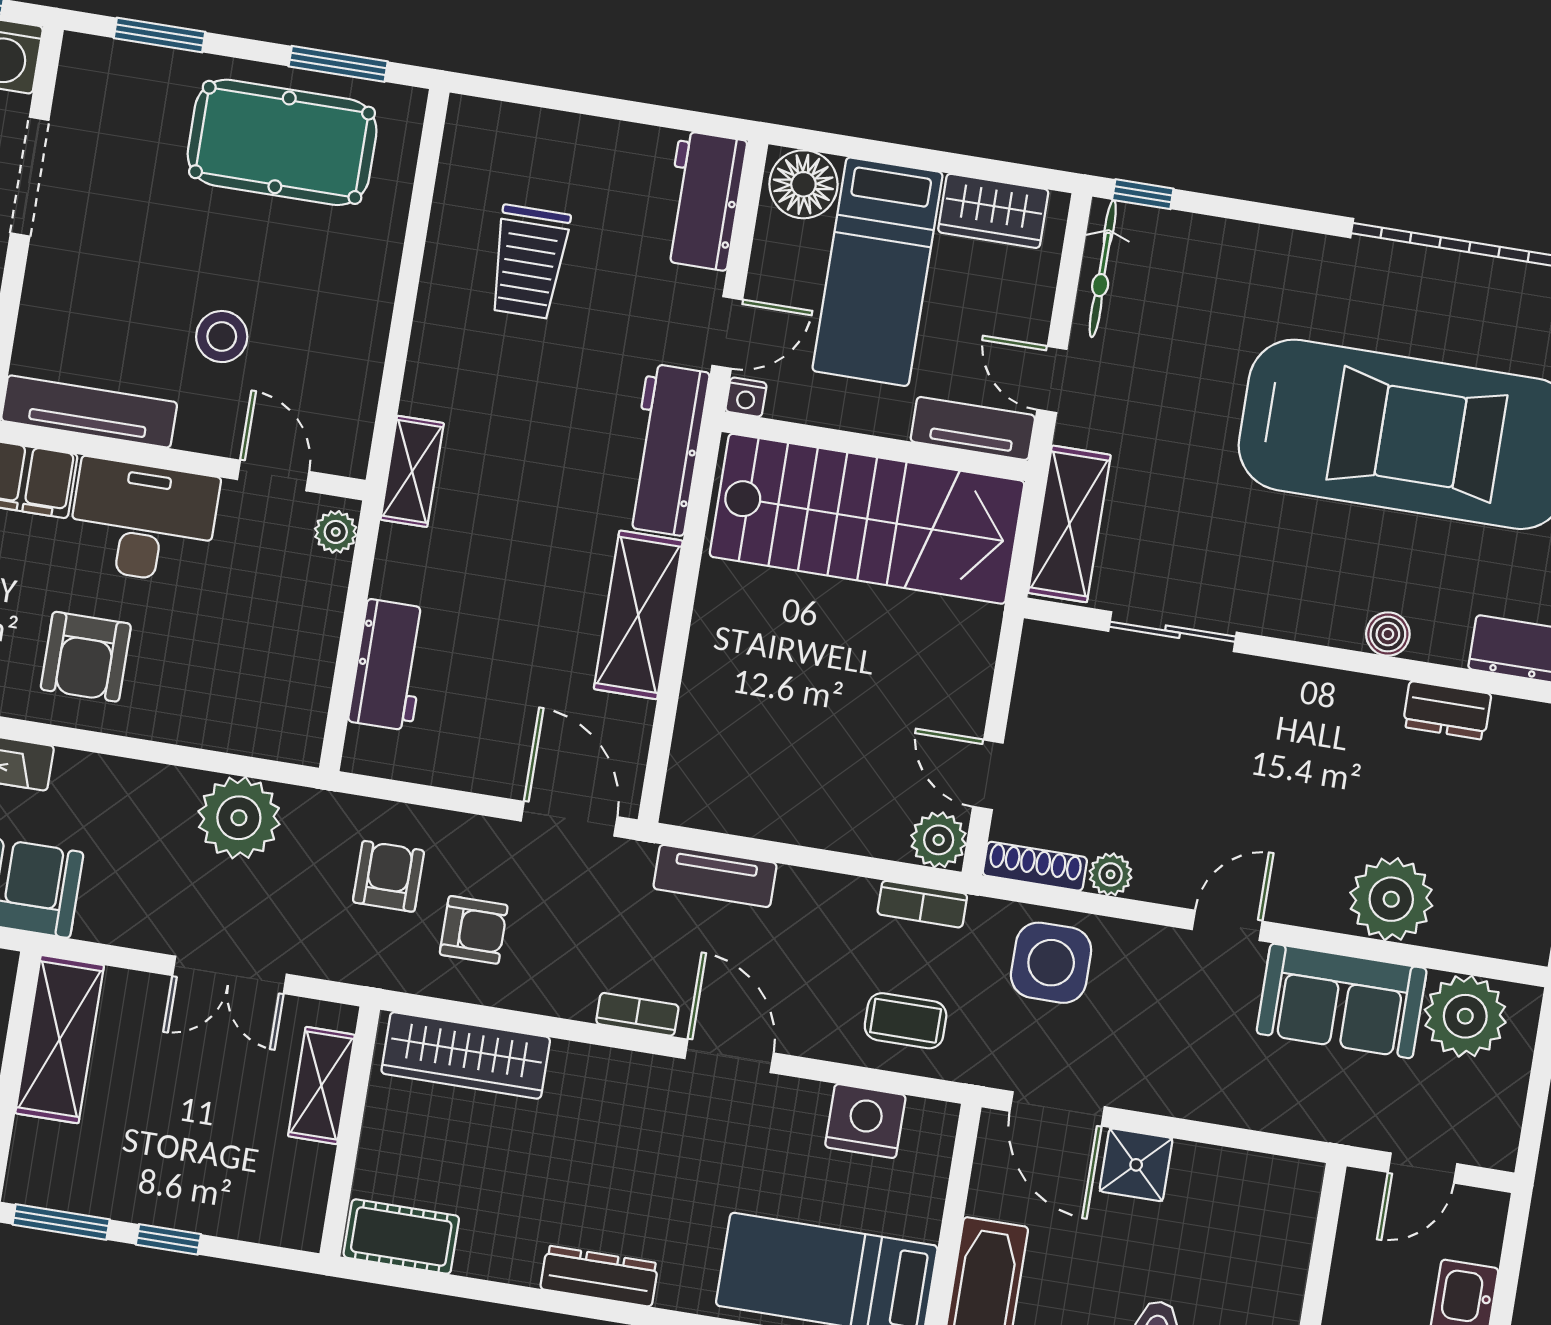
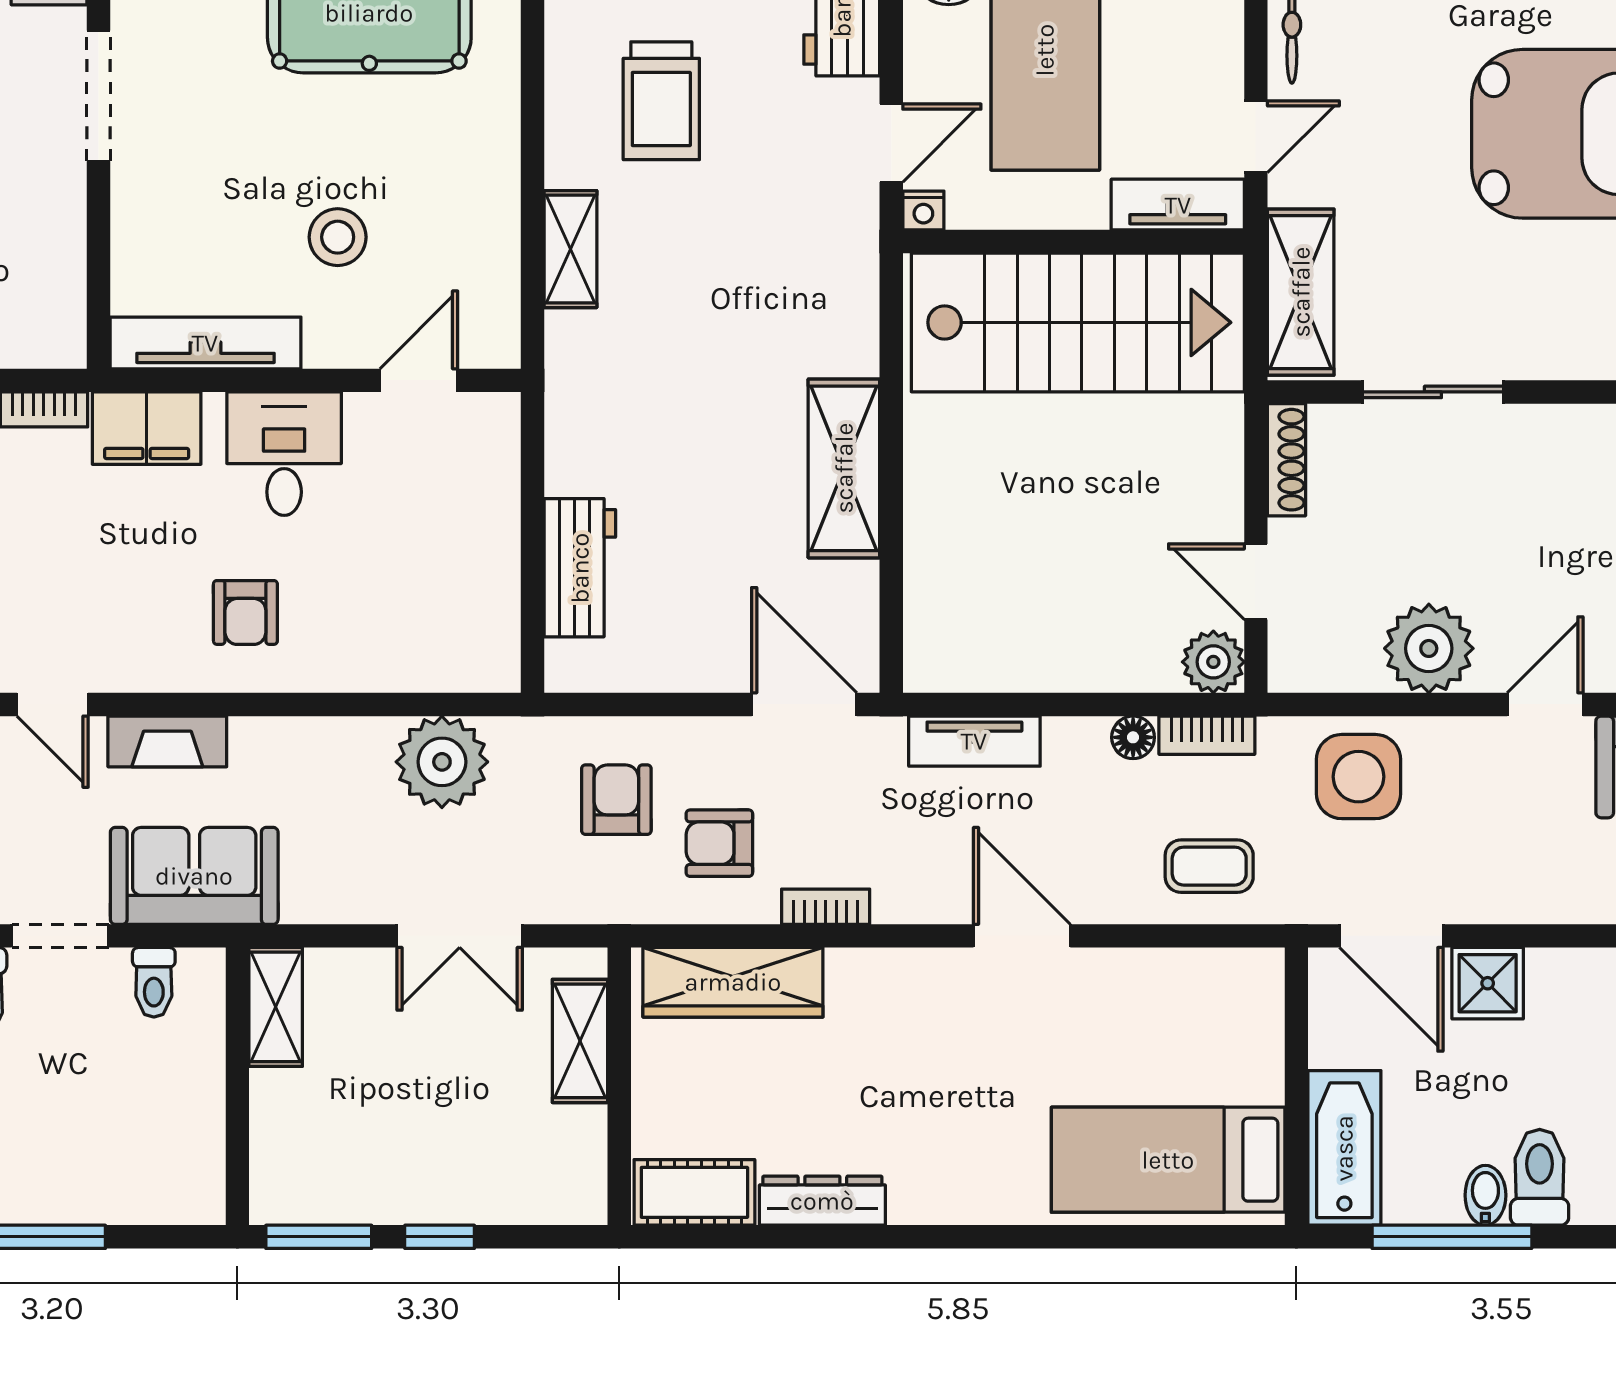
door: (1052, 379) -> (1256, 137), swing flipped
workbench: (666, 450) -> (845, 282), removed
shelving: (412, 471) -> (570, 249), moved
door: (273, 475) -> (419, 380), hinge flipped
desk: (143, 521) -> (284, 454), width x0.73
plant: (336, 532) -> (497, 431), removed
armchair: (86, 657) -> (245, 612), width x0.72, depth x0.72
shoe rack: (1035, 866) -> (1287, 460), moved, turned 90
plant: (1111, 874) -> (1429, 648), width x1.87, depth x1.87
floor lamp: (856, 895) -> (1133, 737), added
armchair: (474, 930) -> (719, 843), turned 180
bookcase: (637, 1014) -> (826, 907), moved
shelving: (60, 1039) -> (276, 1007), width x0.67, depth x0.75
nightstand: (865, 1121) -> (1183, 983), removed
dresser: (599, 1276) -> (822, 1201), moved

